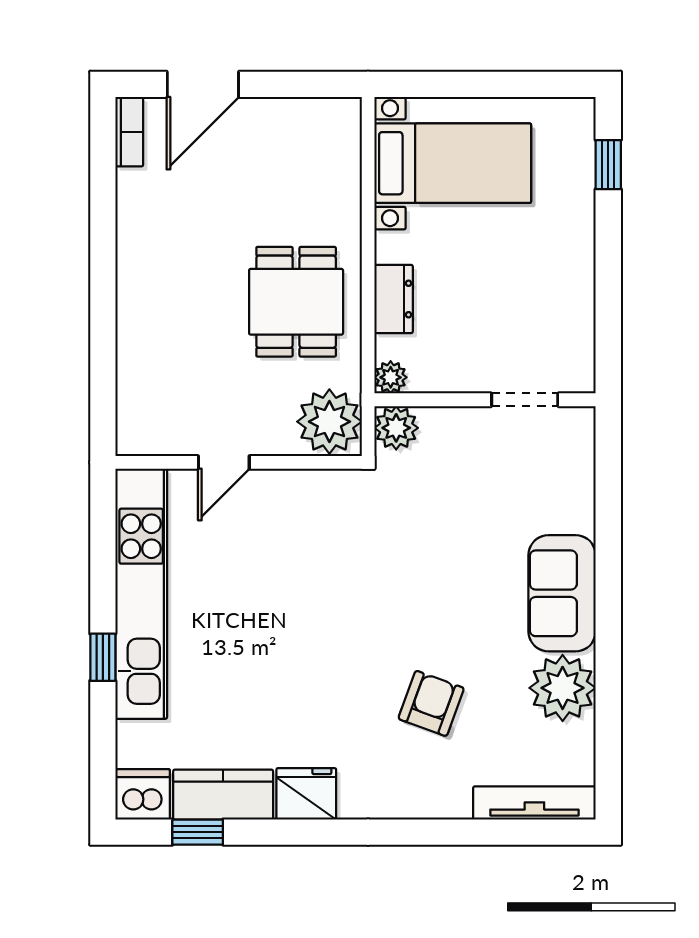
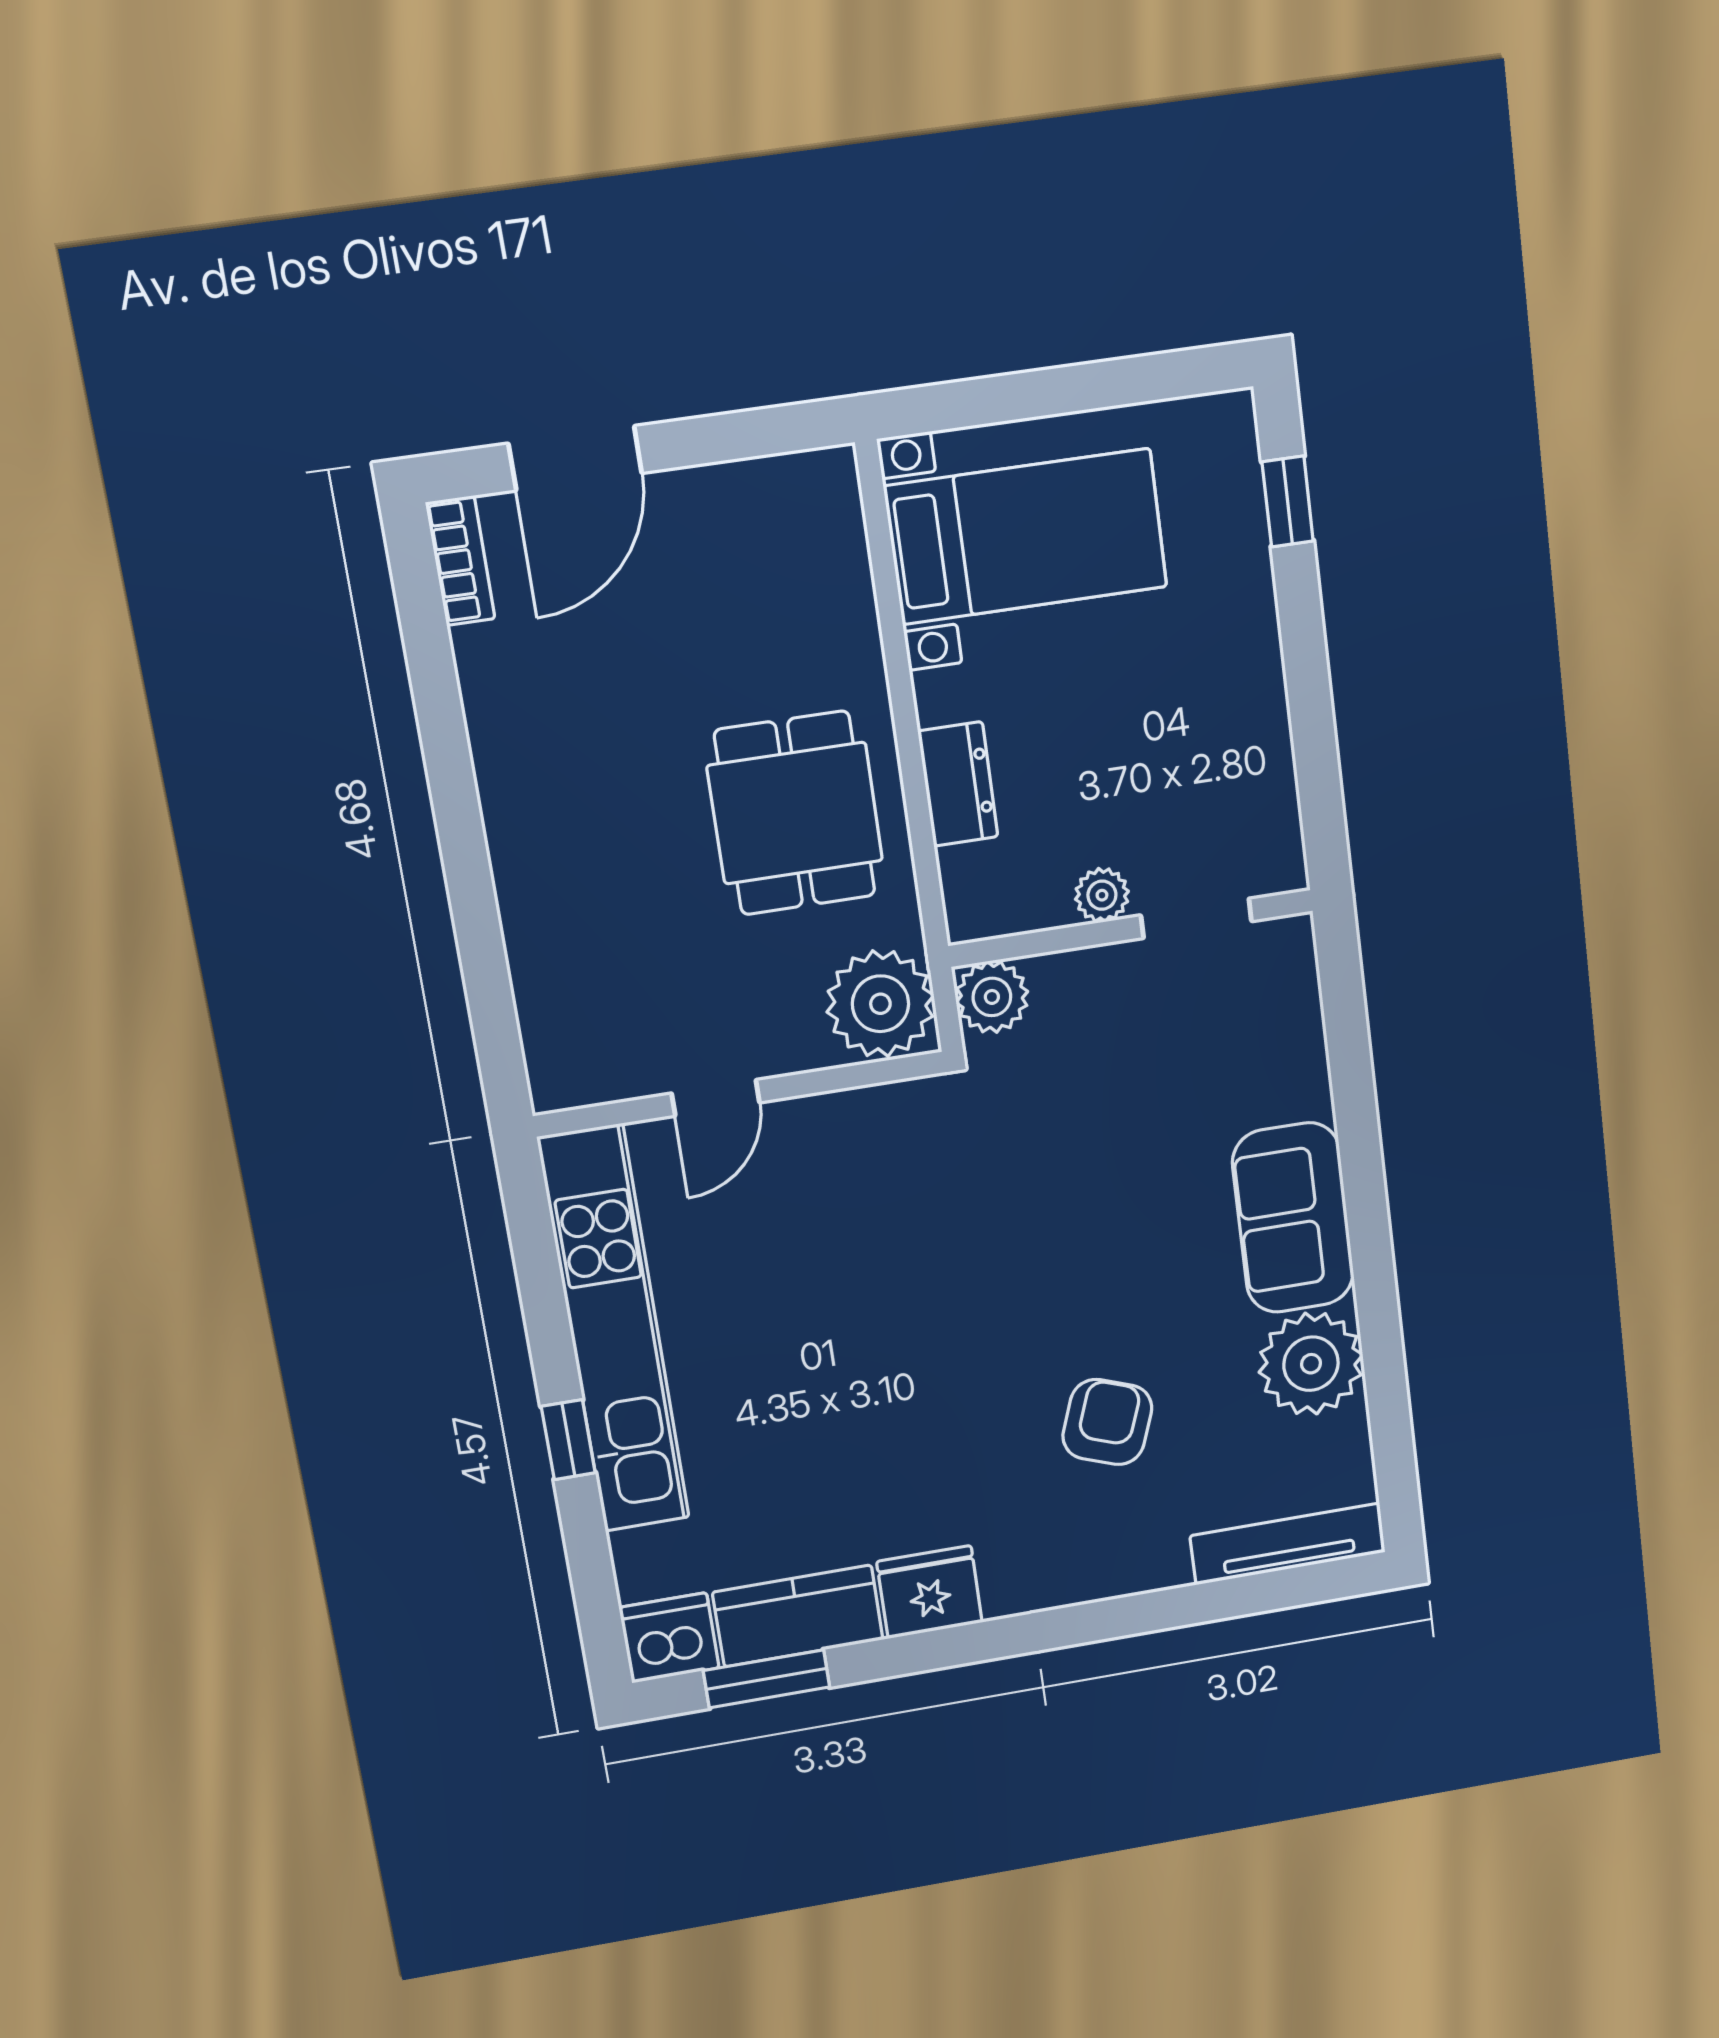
plant: (391, 377) -> (1102, 895), moved
window: (198, 832) -> (767, 1679), width x1.50

